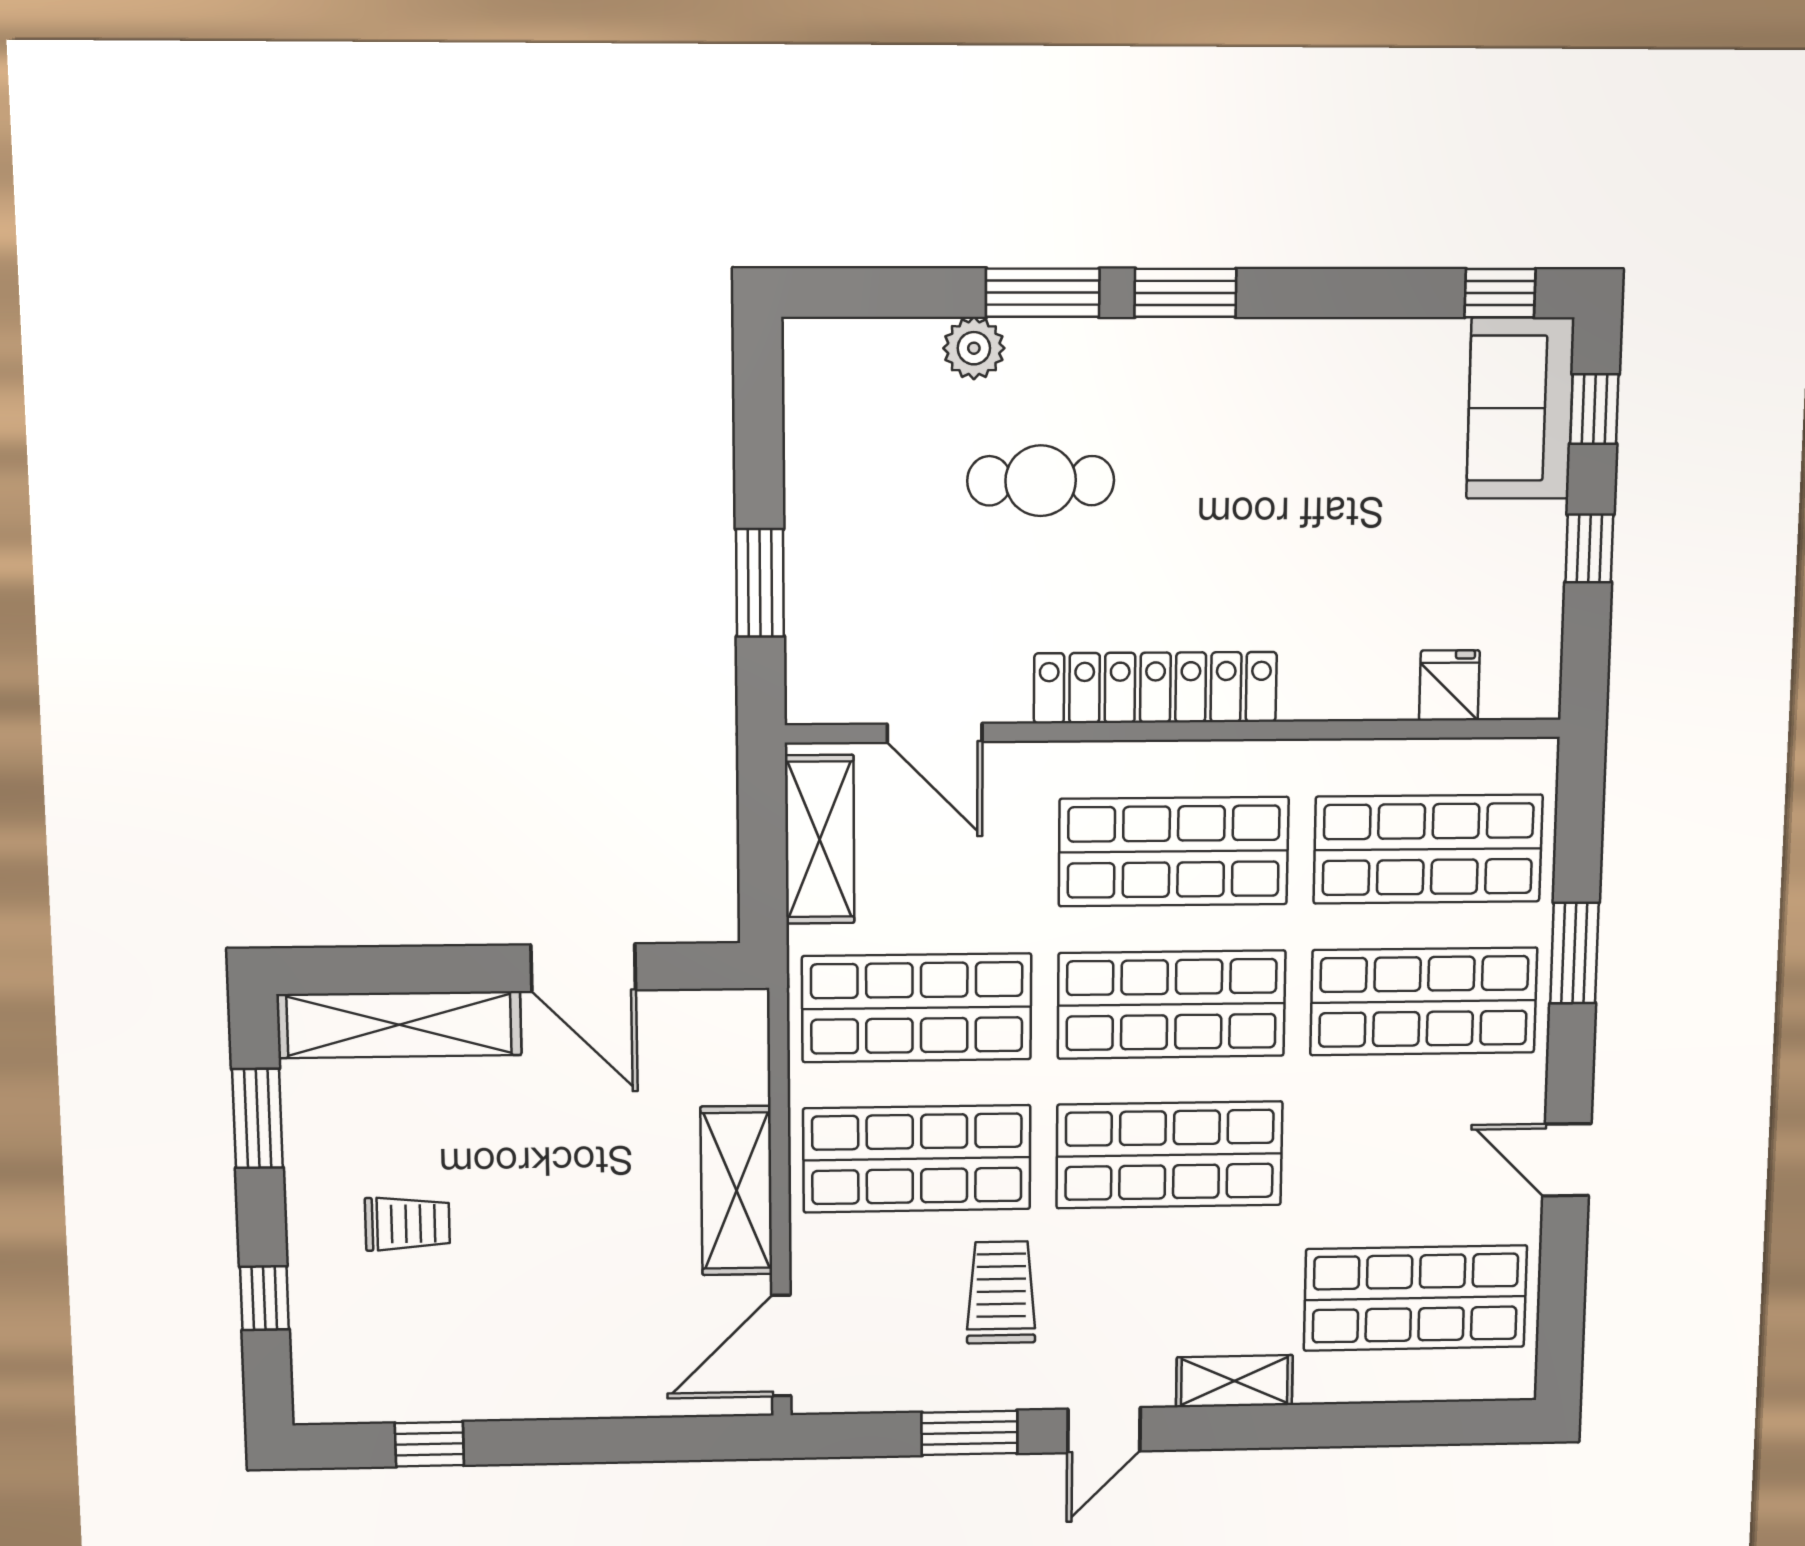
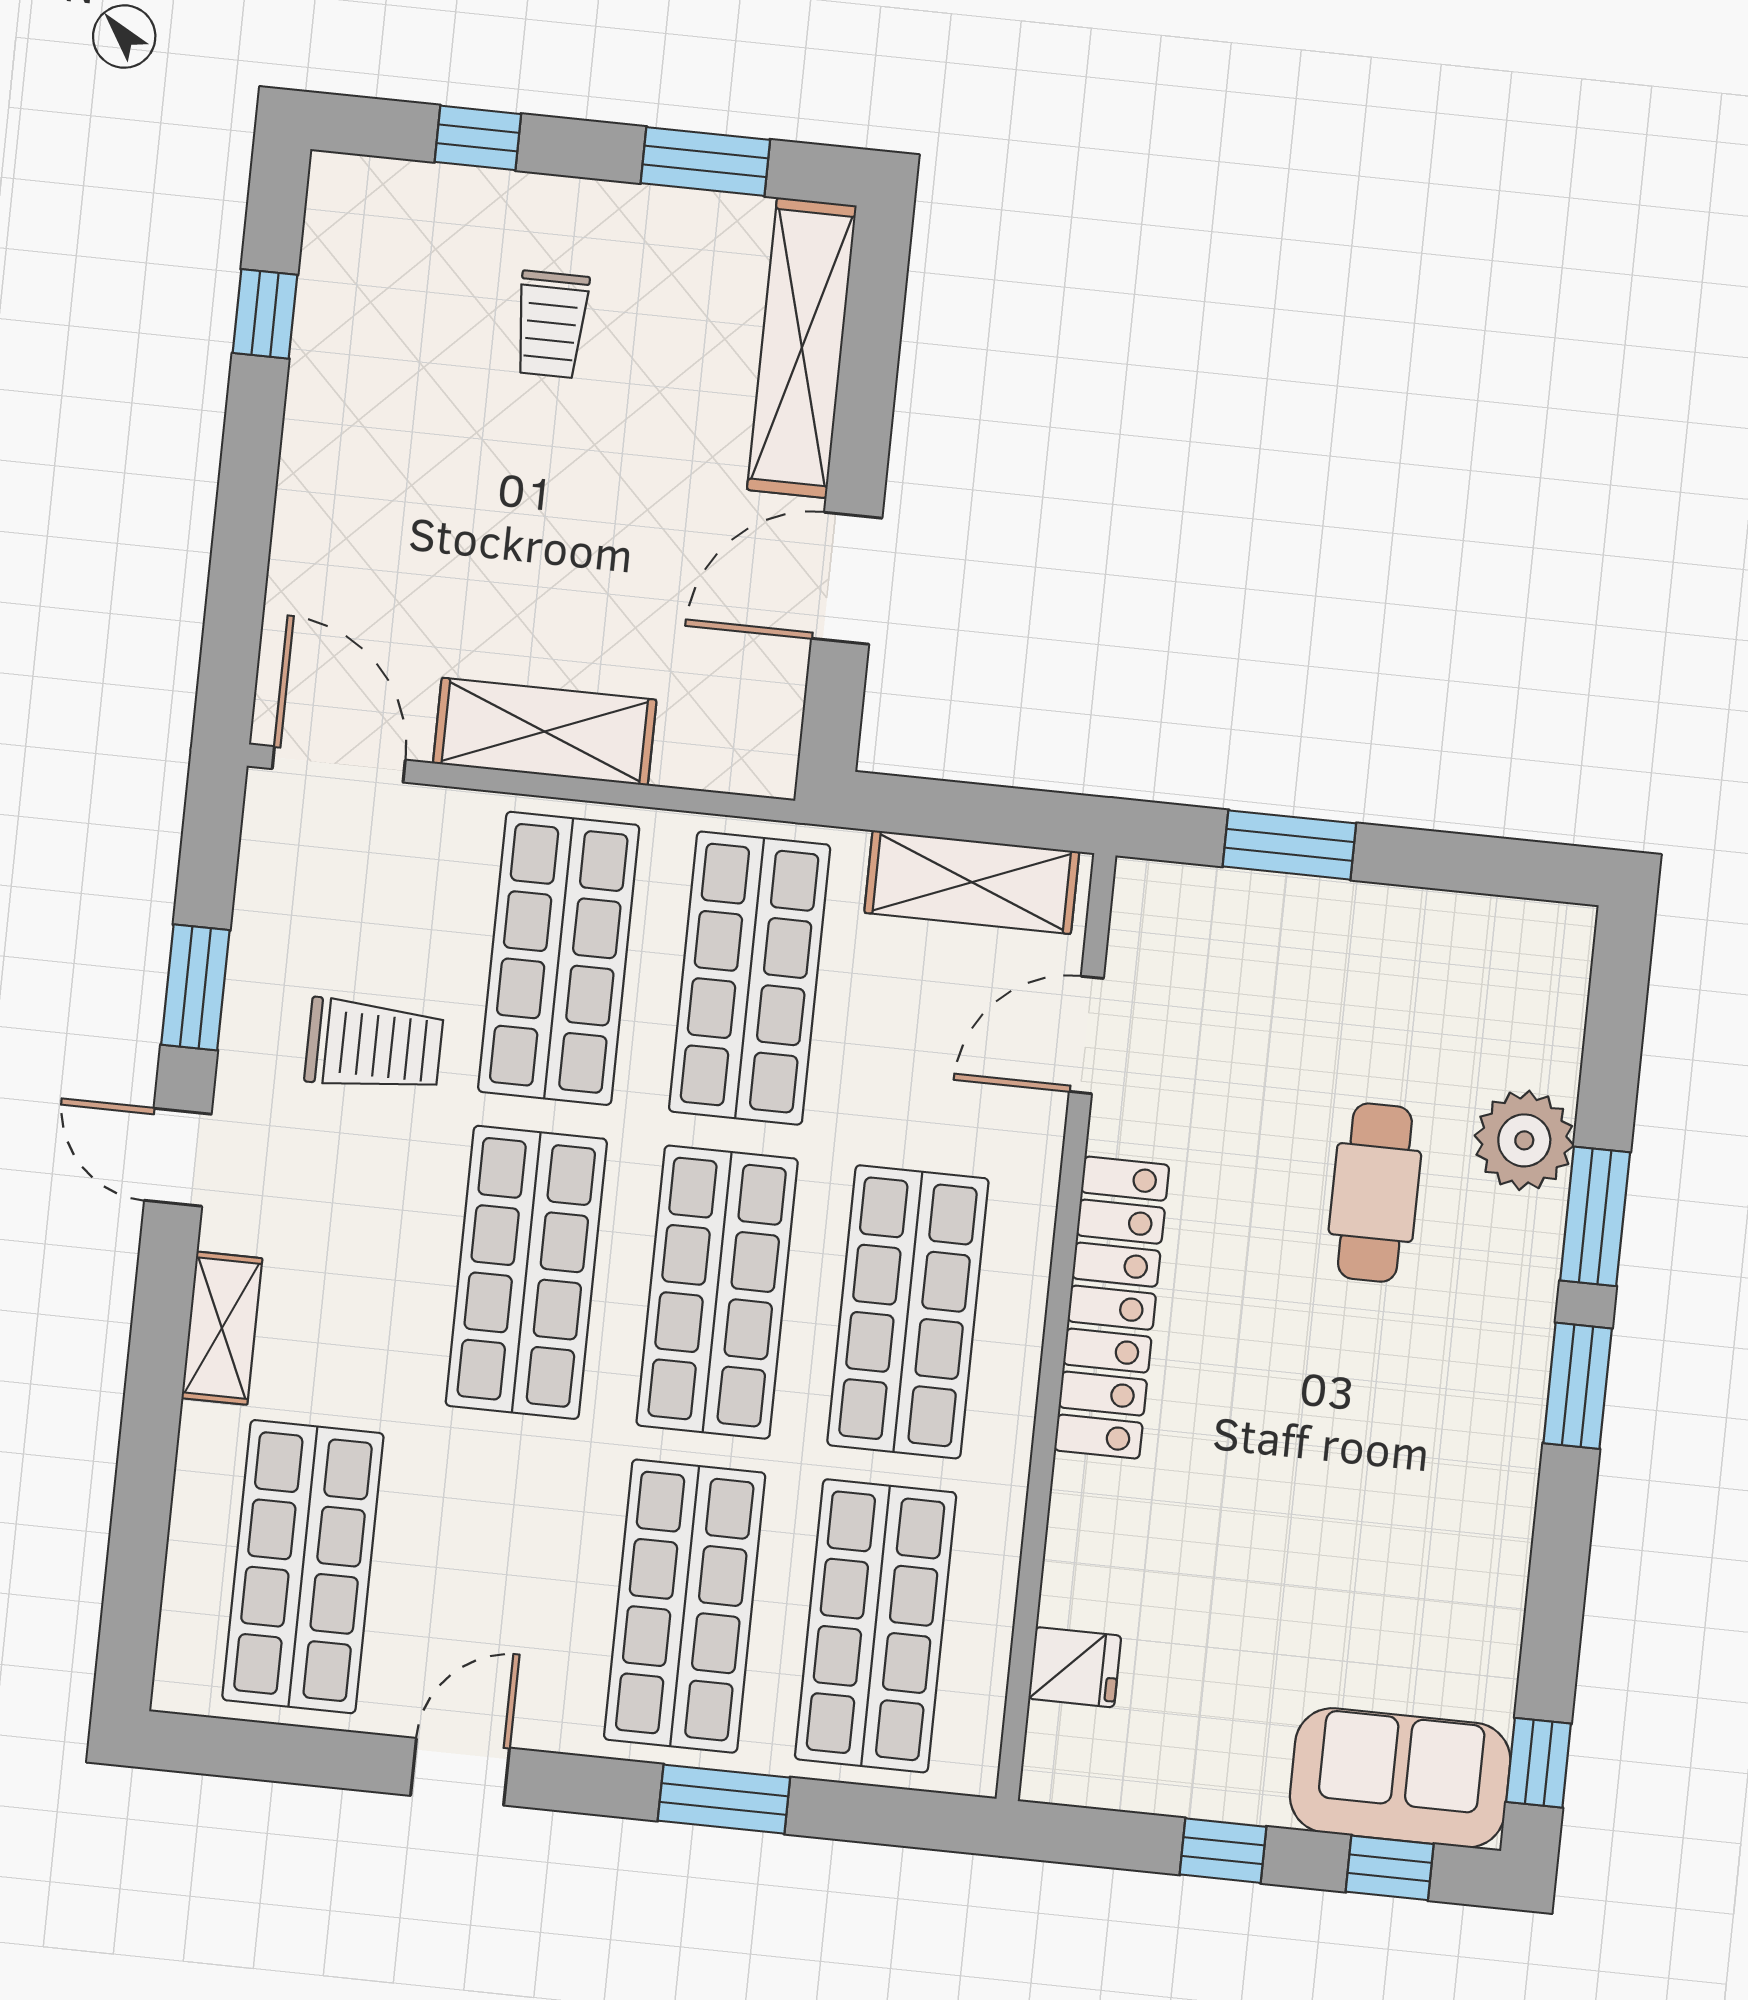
plant: (974, 348) -> (1524, 1140), width x1.36, depth x1.36

